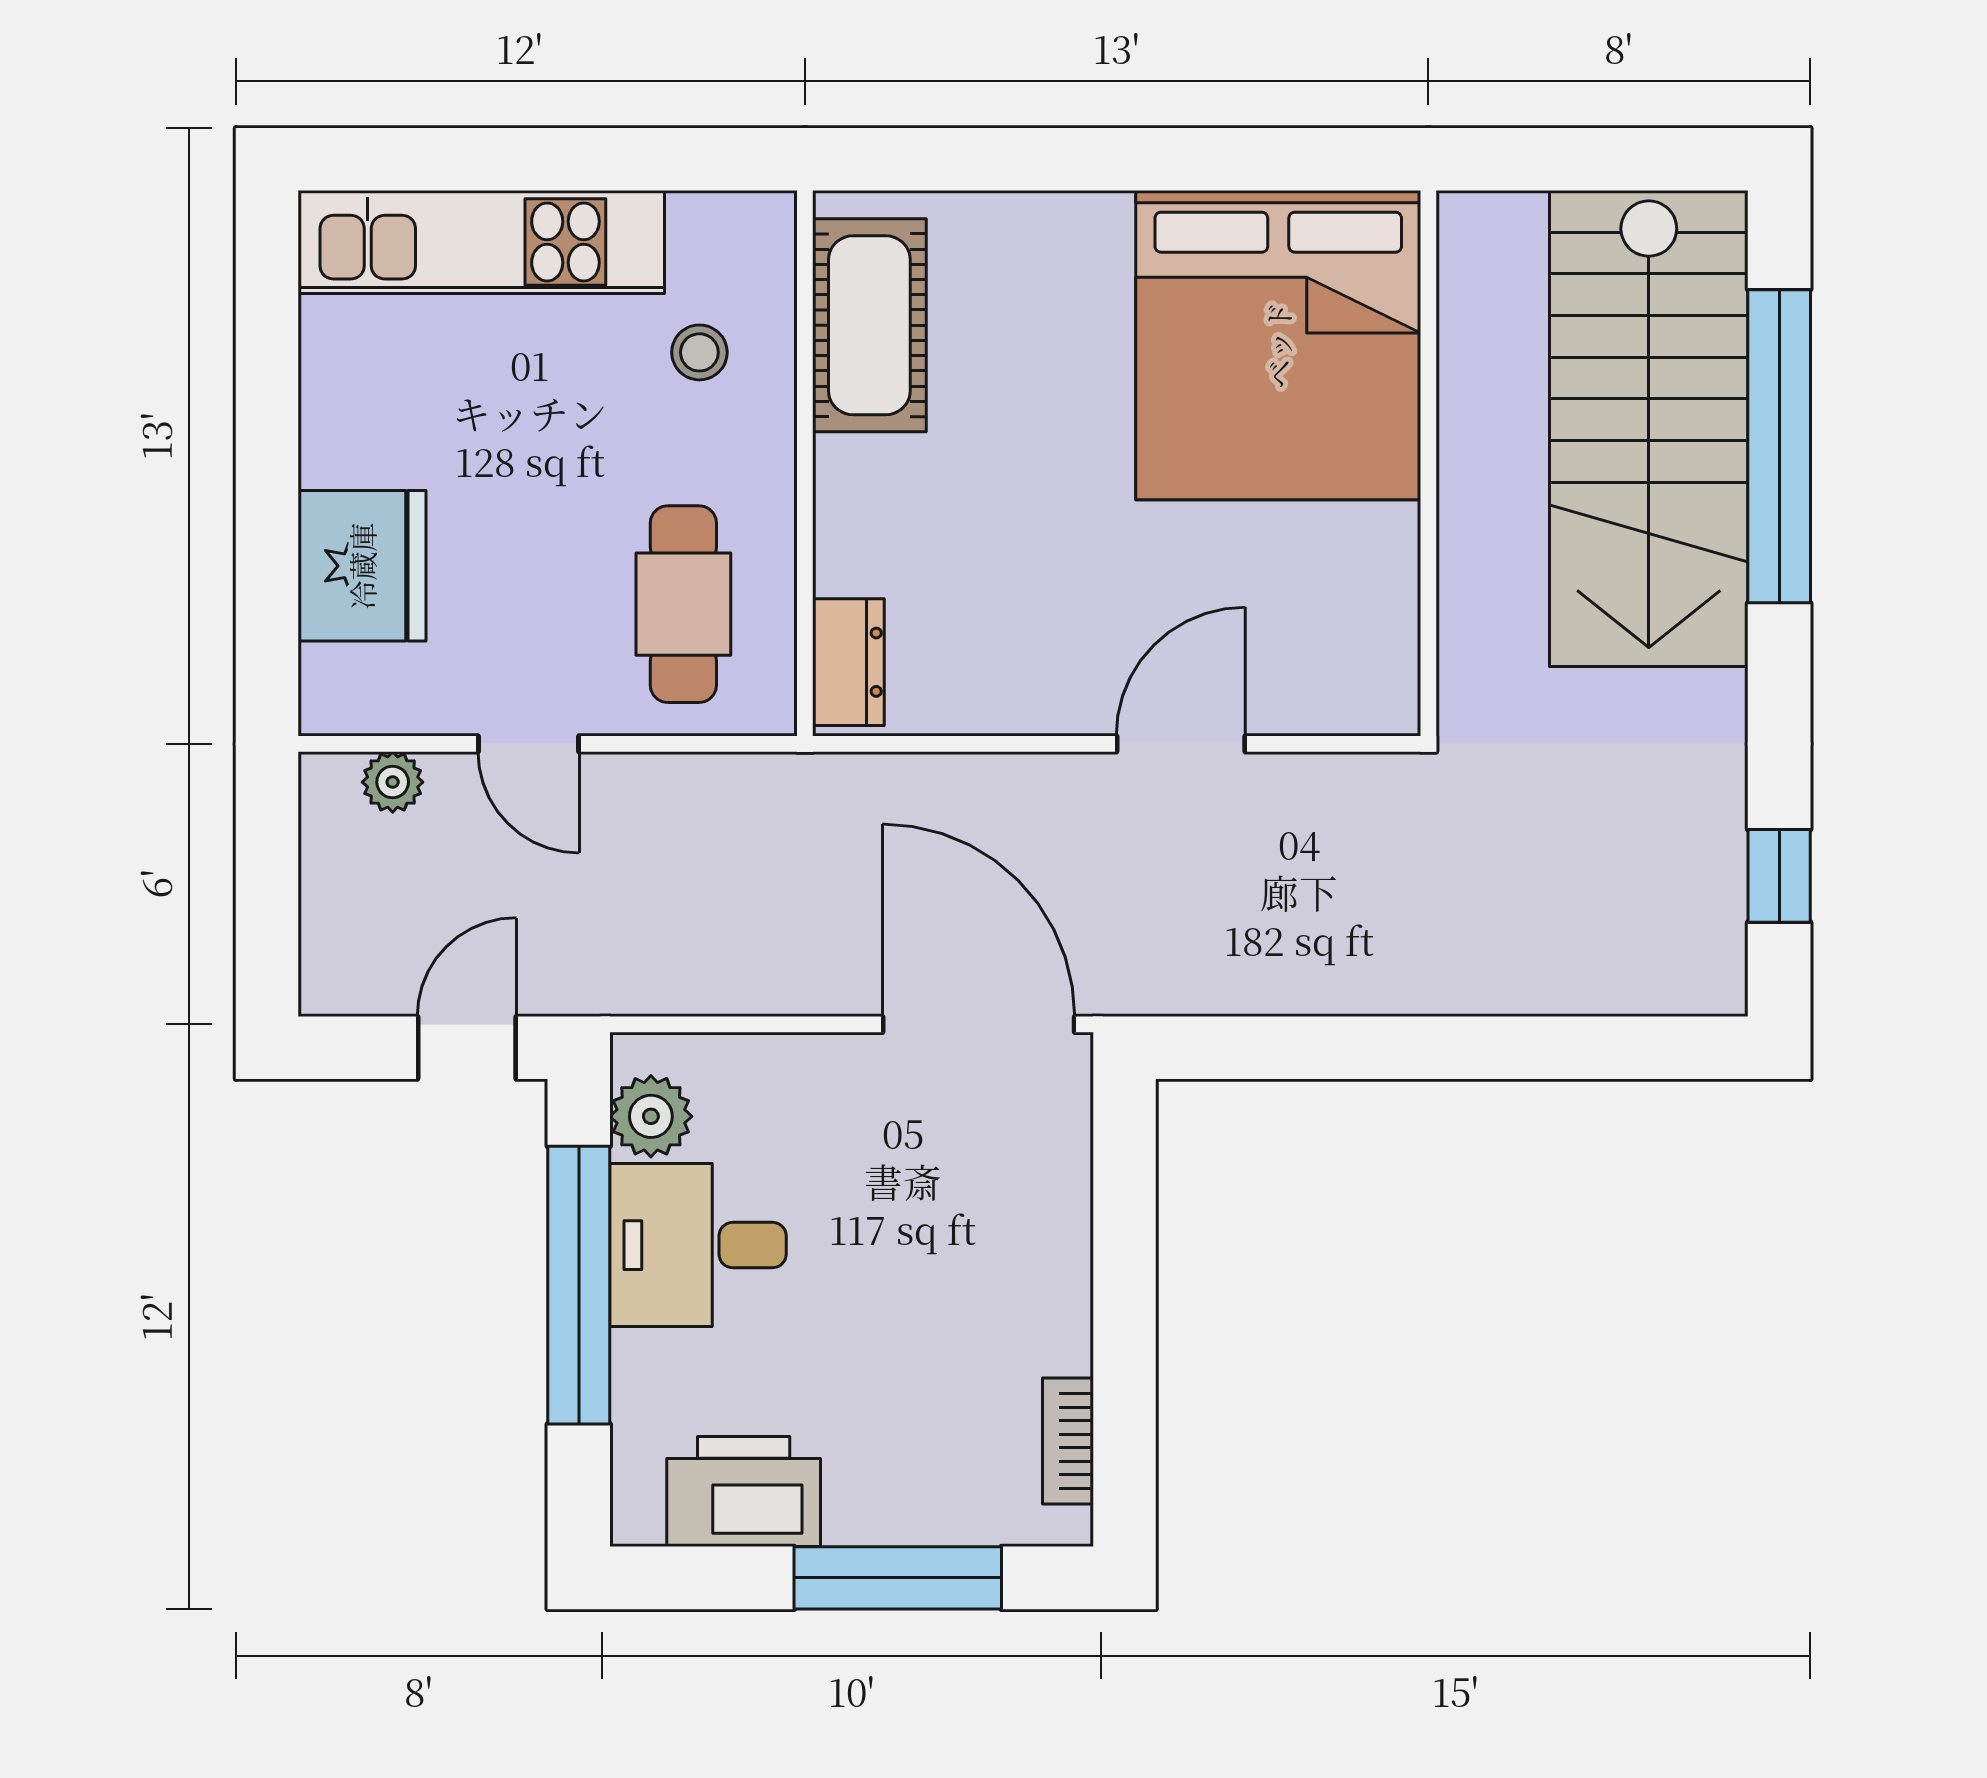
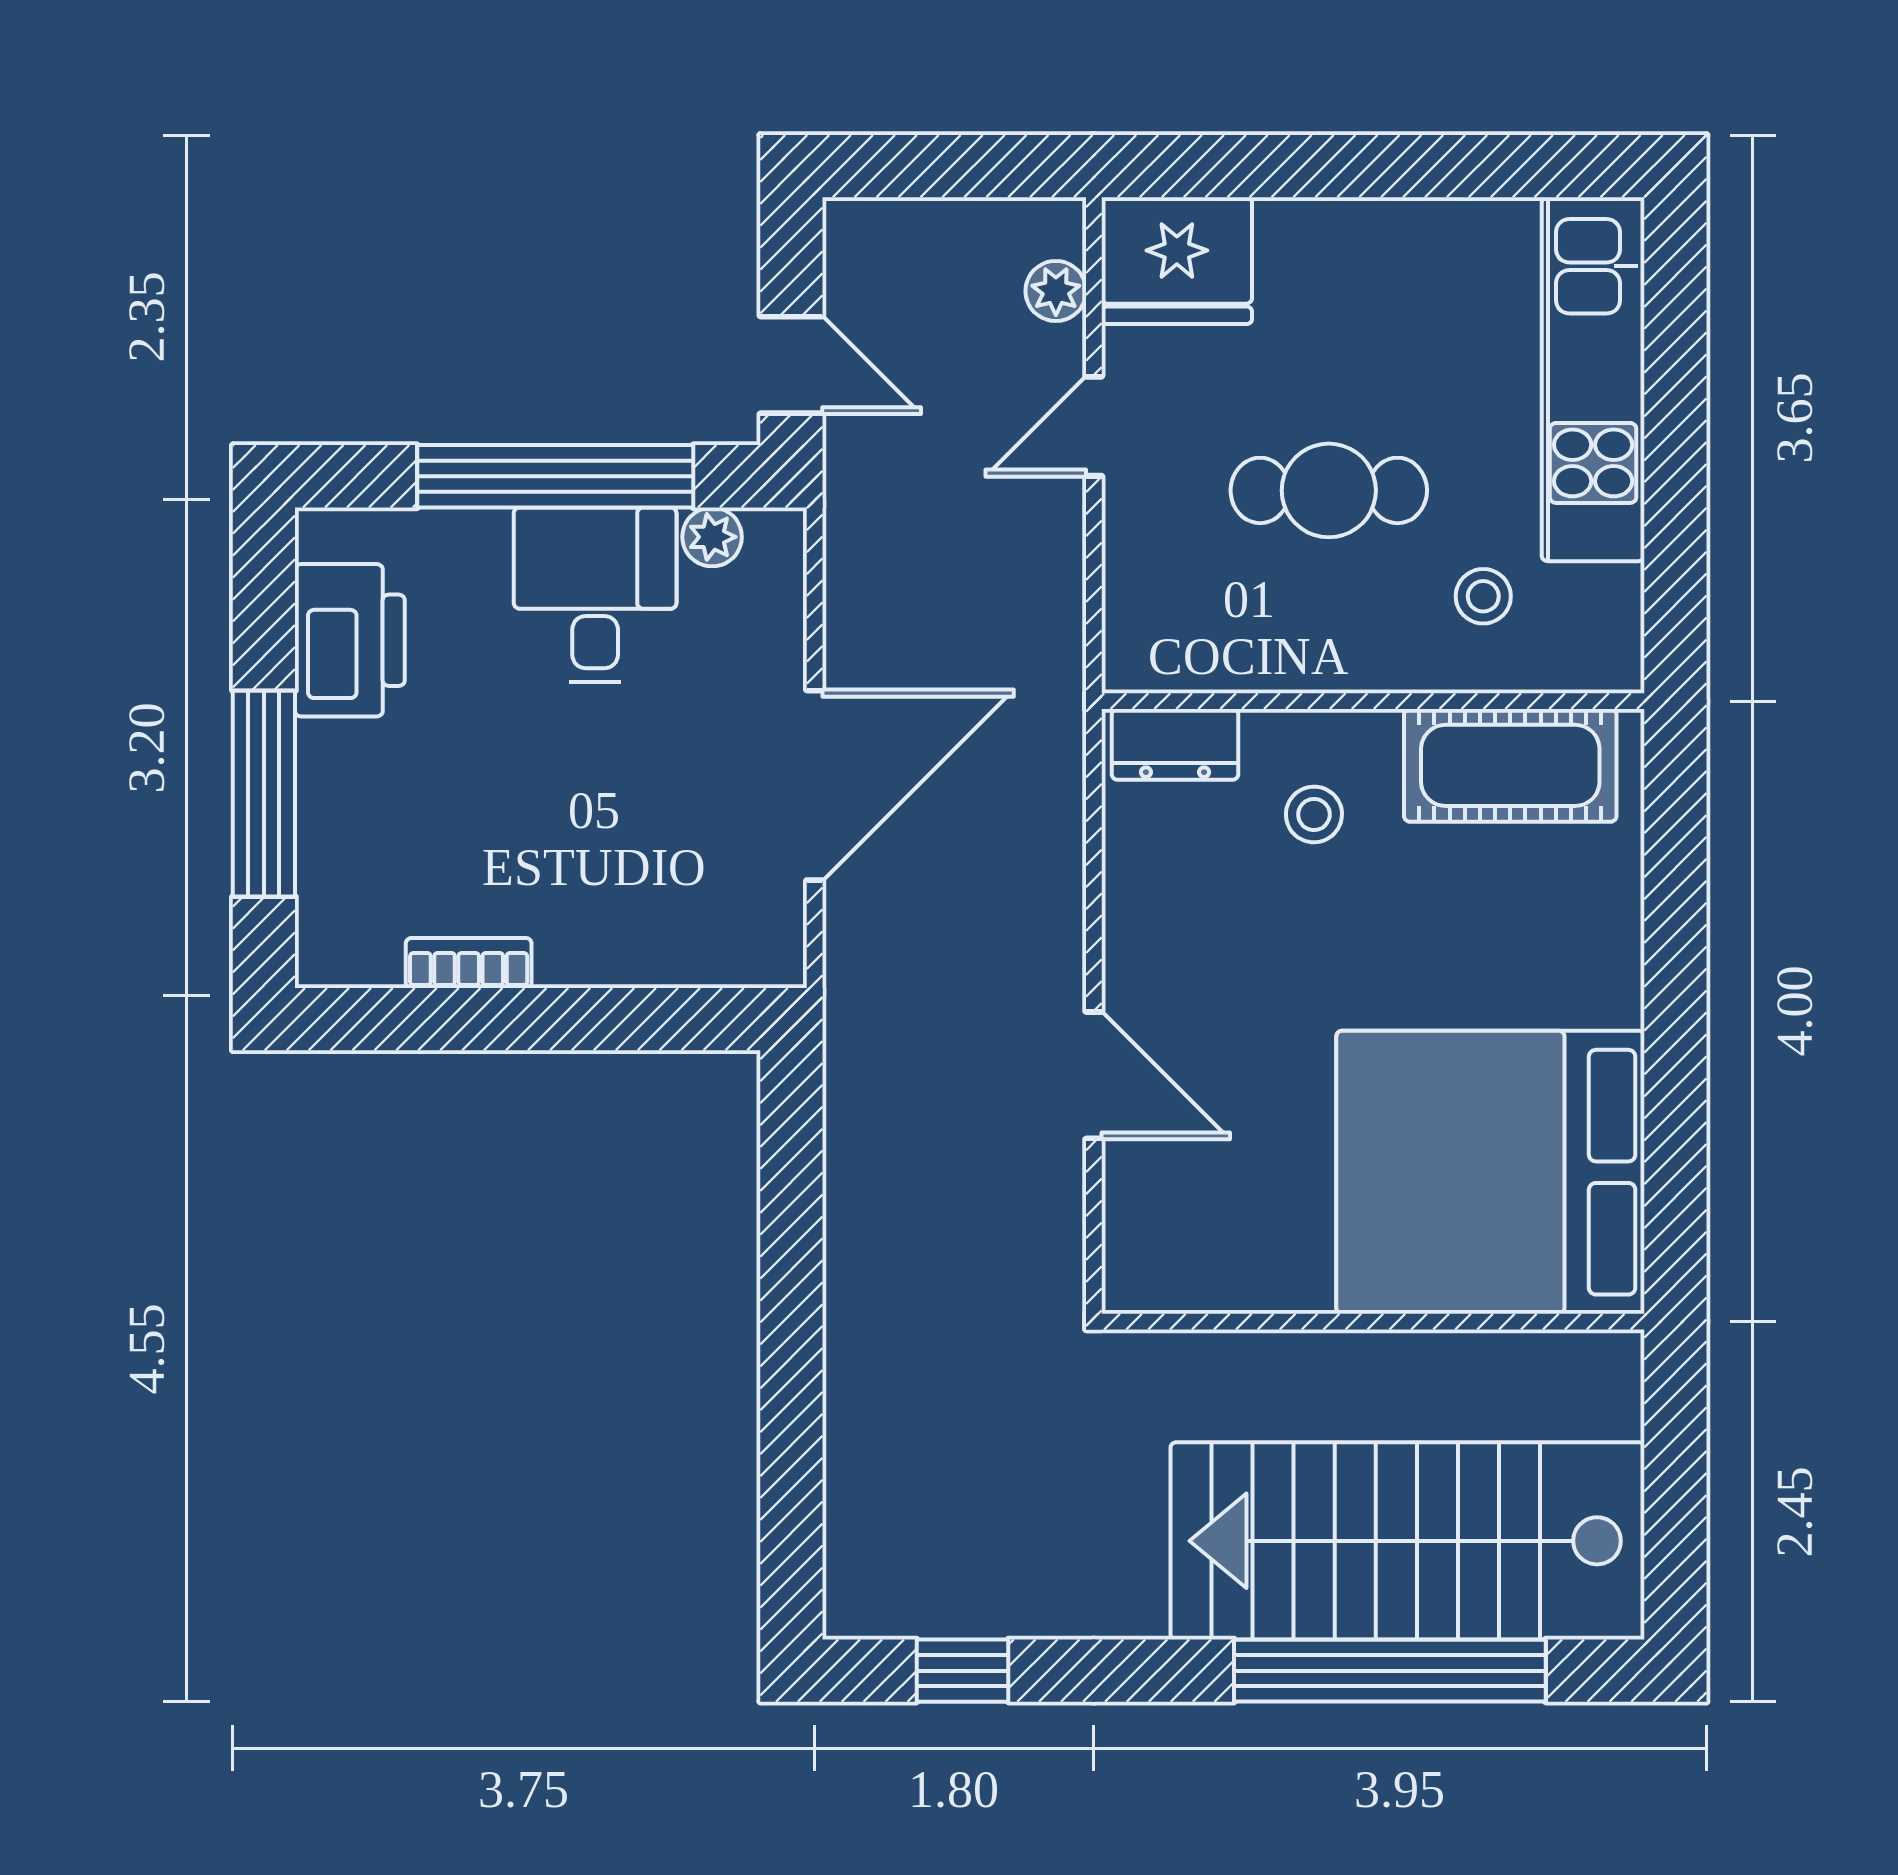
stool: (919, 523) -> (1314, 814), added
fridge: (362, 566) -> (1177, 261), moved
cafe table: (683, 604) -> (1329, 490), moved
door: (979, 1024) -> (815, 785), moved
plant: (651, 1116) -> (712, 537), width x0.73, depth x0.73
bookcase: (1068, 1441) -> (469, 963), moved

